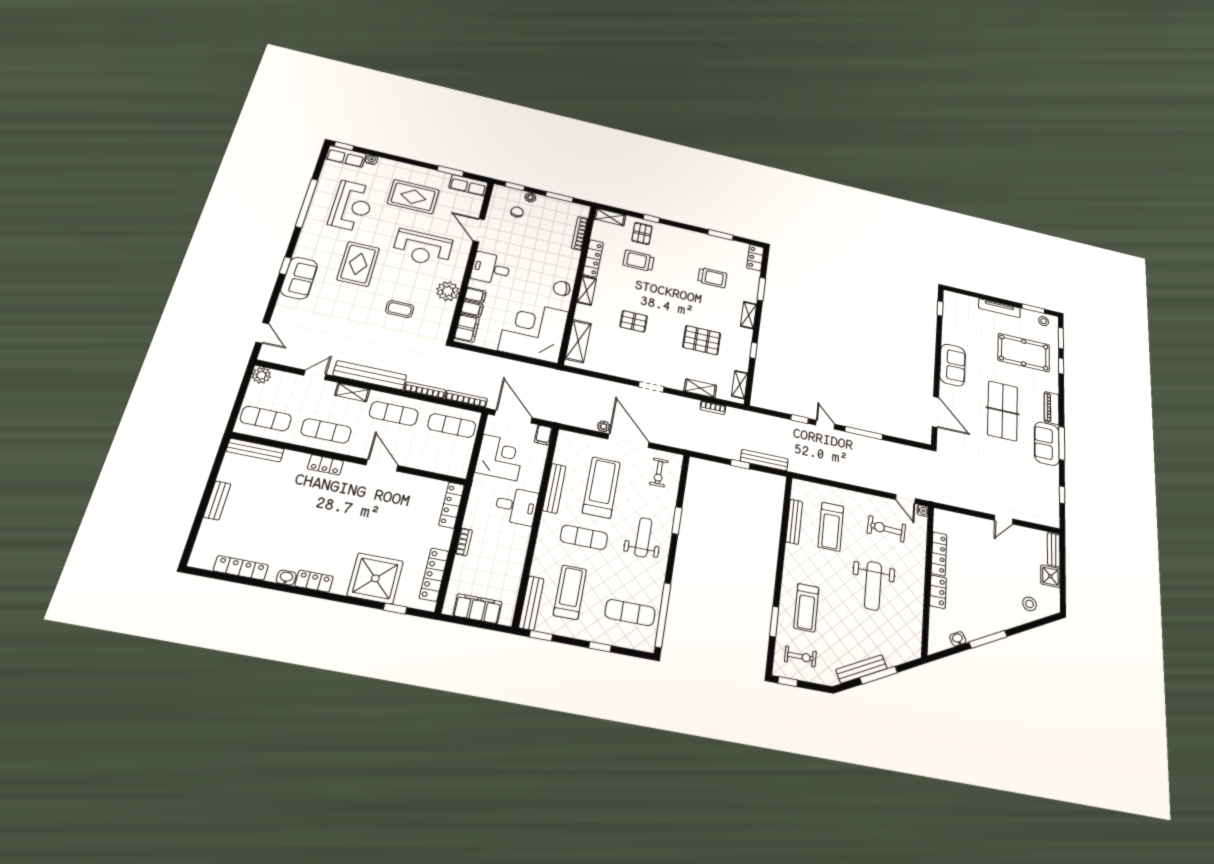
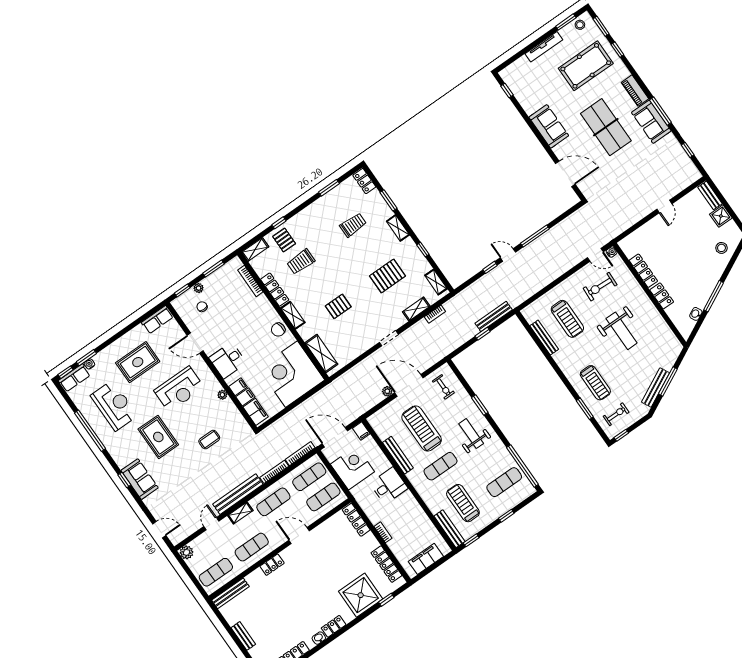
window: (450, 171) -> (86, 358), moved
plant: (448, 291) -> (222, 395), width x0.53, depth x0.53
exercise mat: (444, 455) -> (323, 497), added

